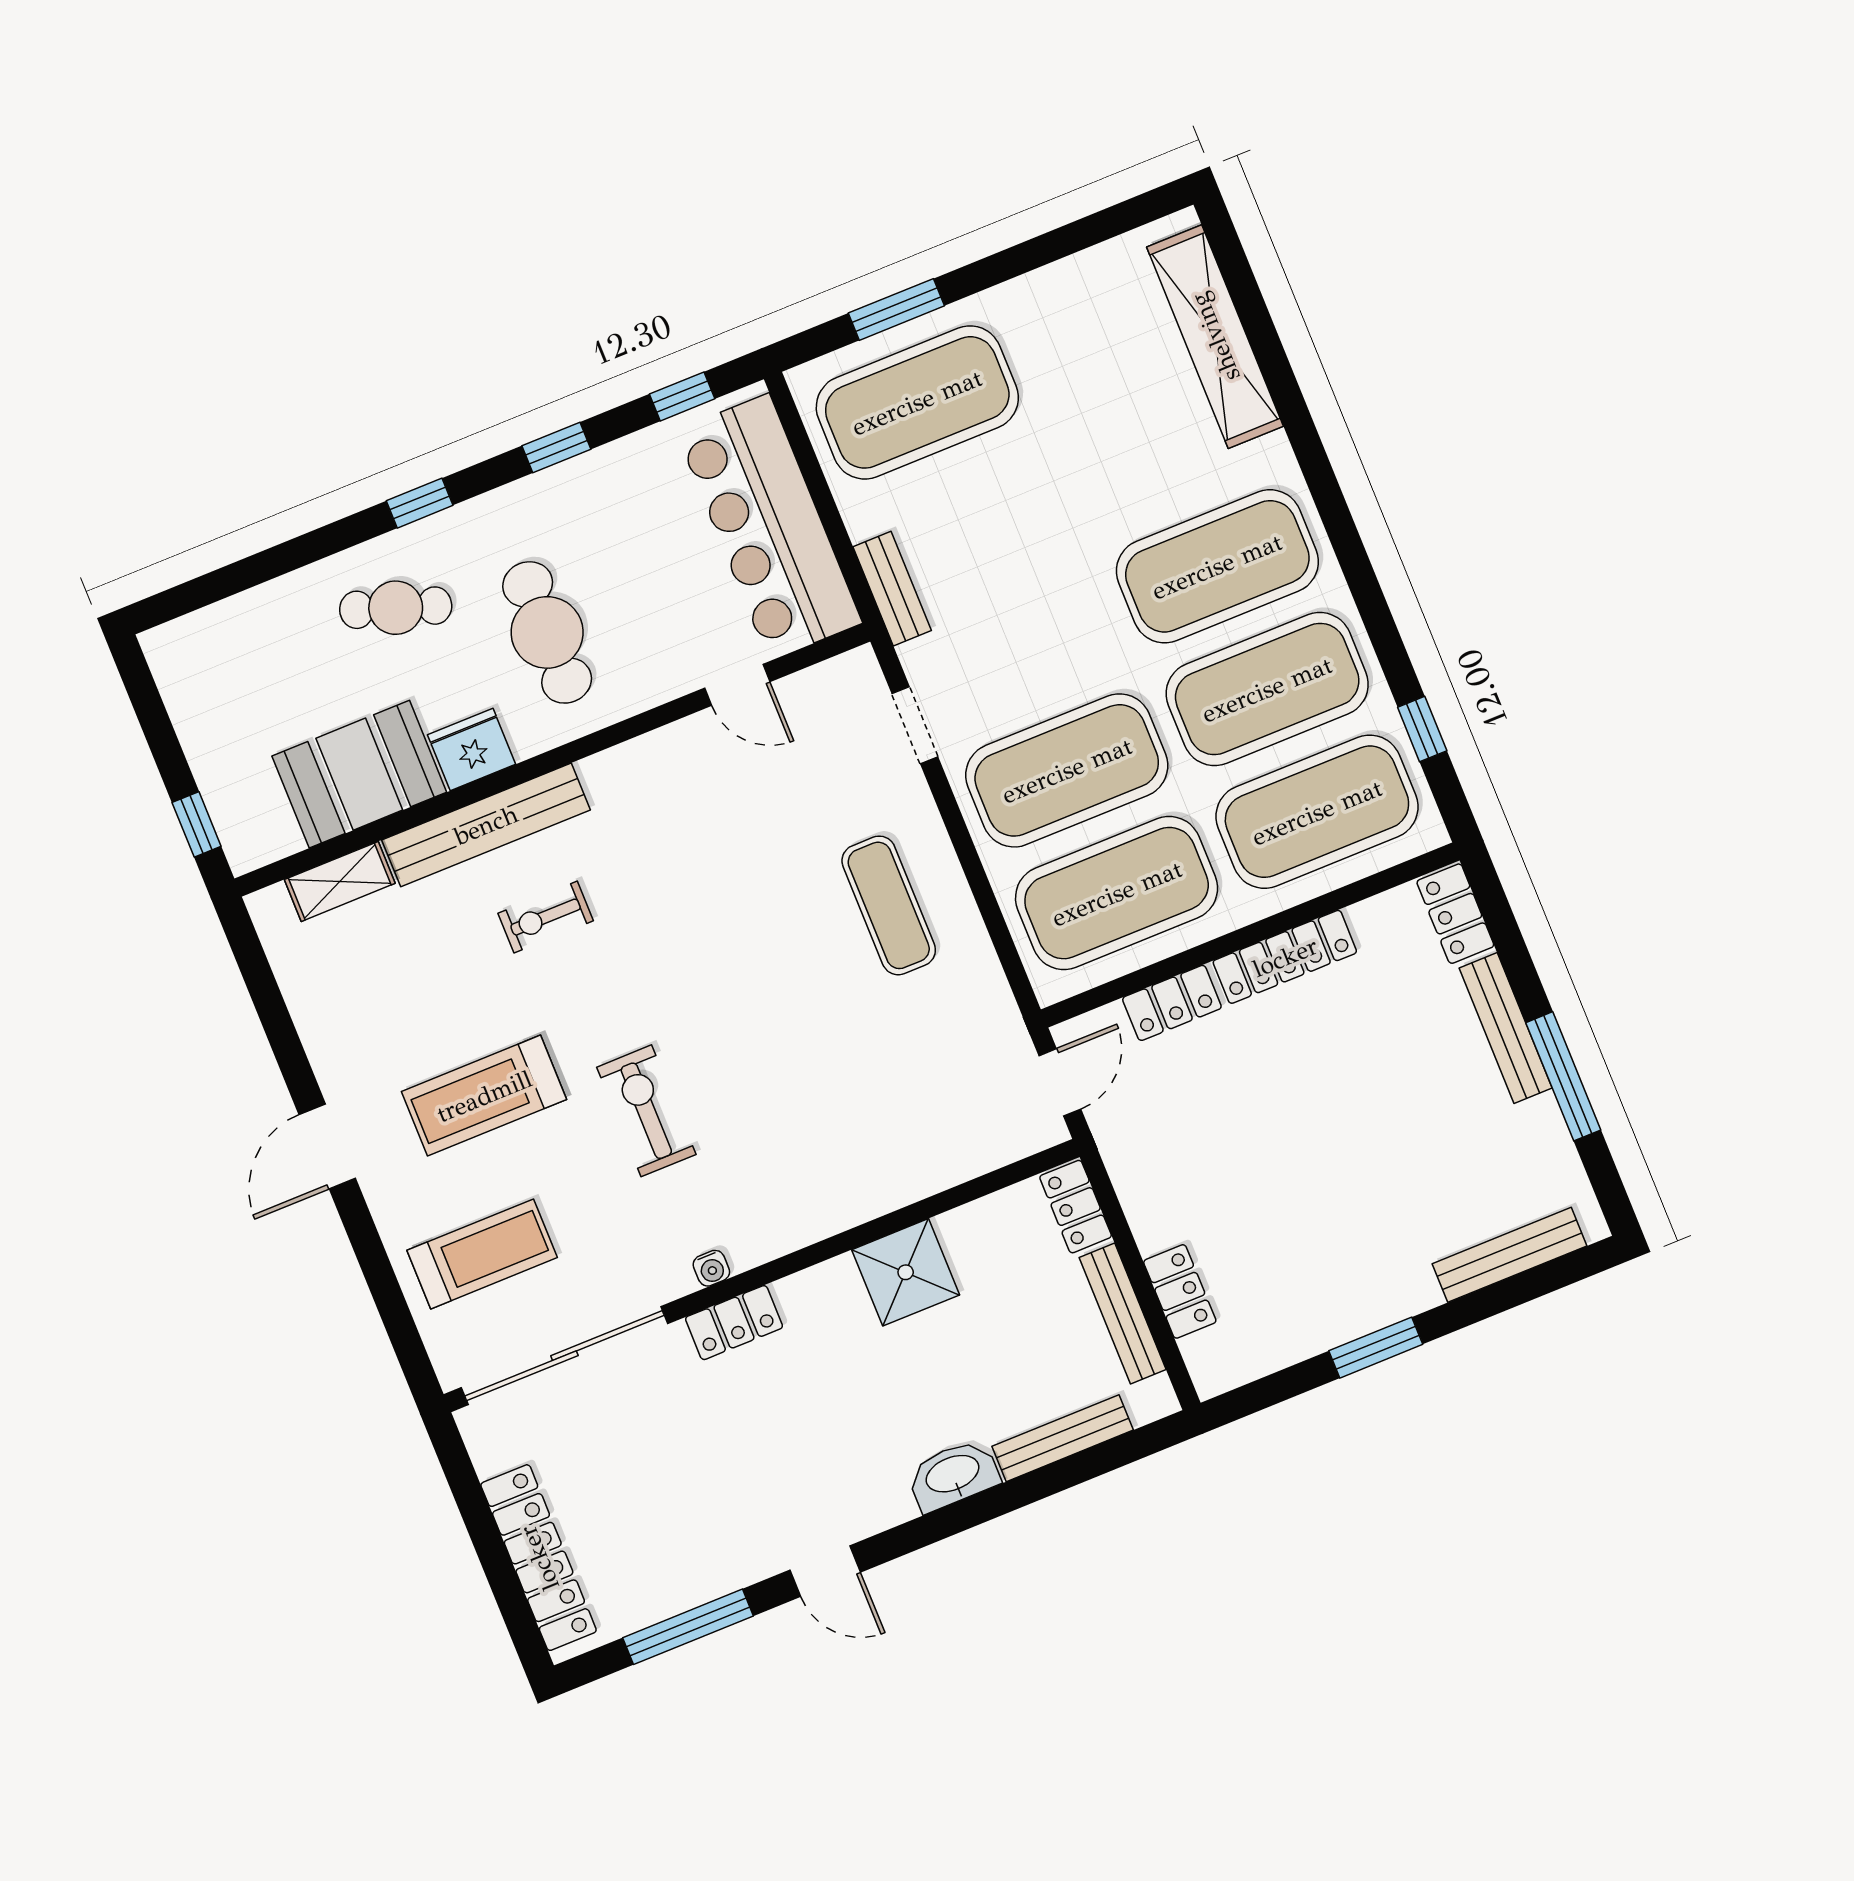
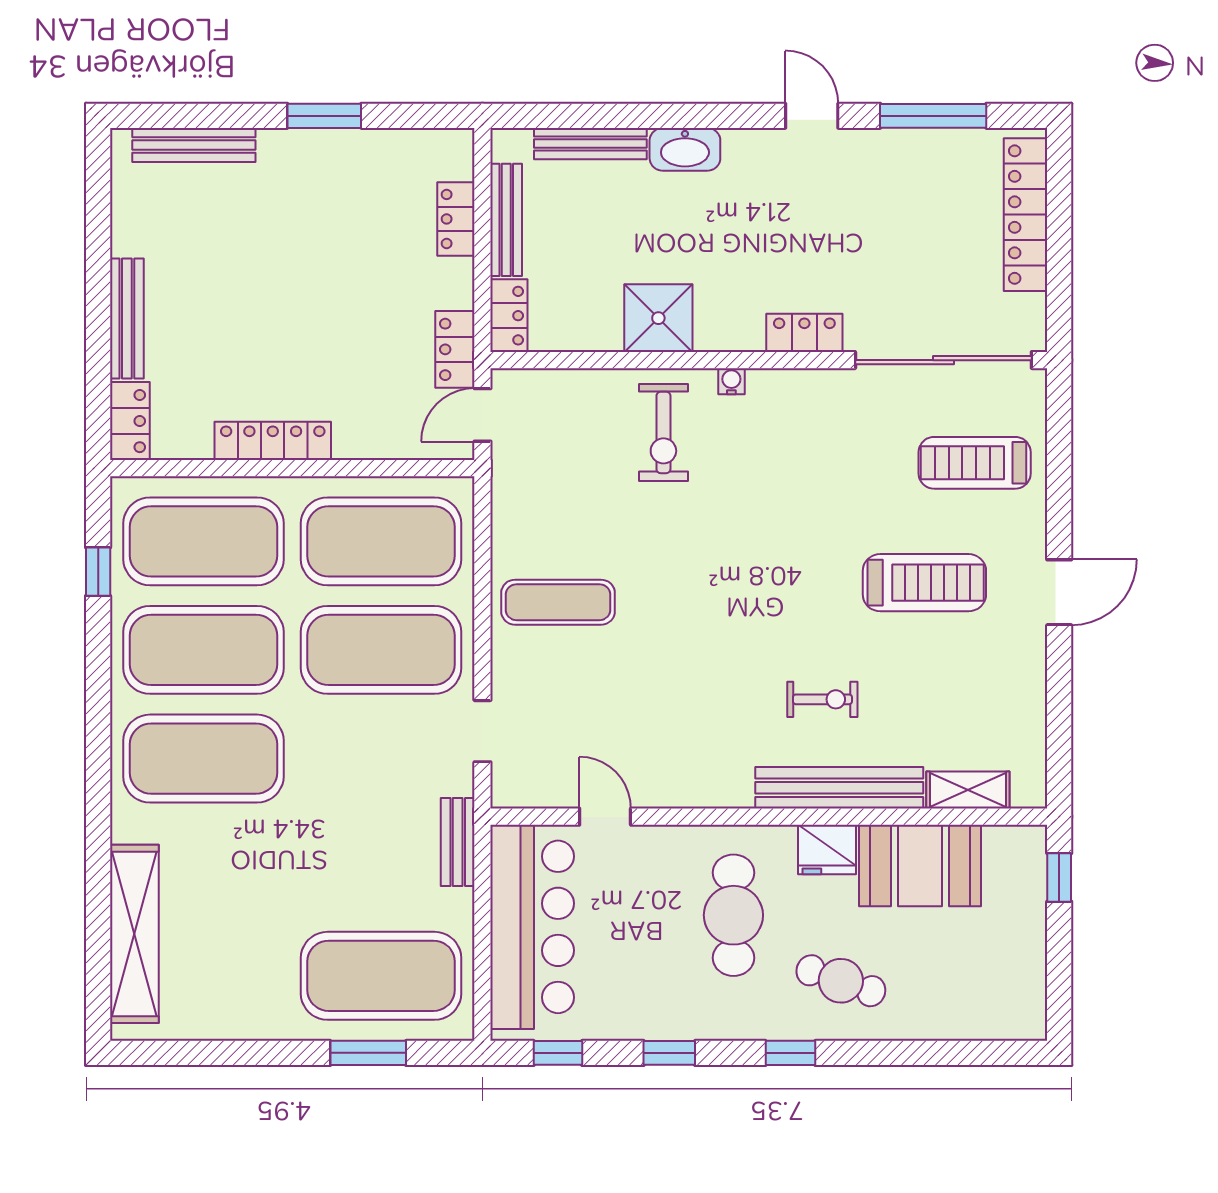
exercise mat: (889, 905) -> (558, 602), turned 90
locker: (1172, 1003) -> (455, 349), moved, turned -90
window: (1563, 1076) -> (98, 264), removed
exercise bike: (646, 1111) -> (663, 432), moved
water cooler: (711, 1268) -> (731, 381), moved

